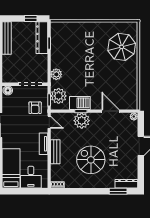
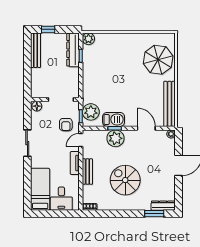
window: (31, 18) -> (48, 29), moved
plant: (56, 74) -> (88, 39), moved
bench: (132, 88) -> (169, 104), added
door: (49, 122) -> (81, 140), swing flipped

